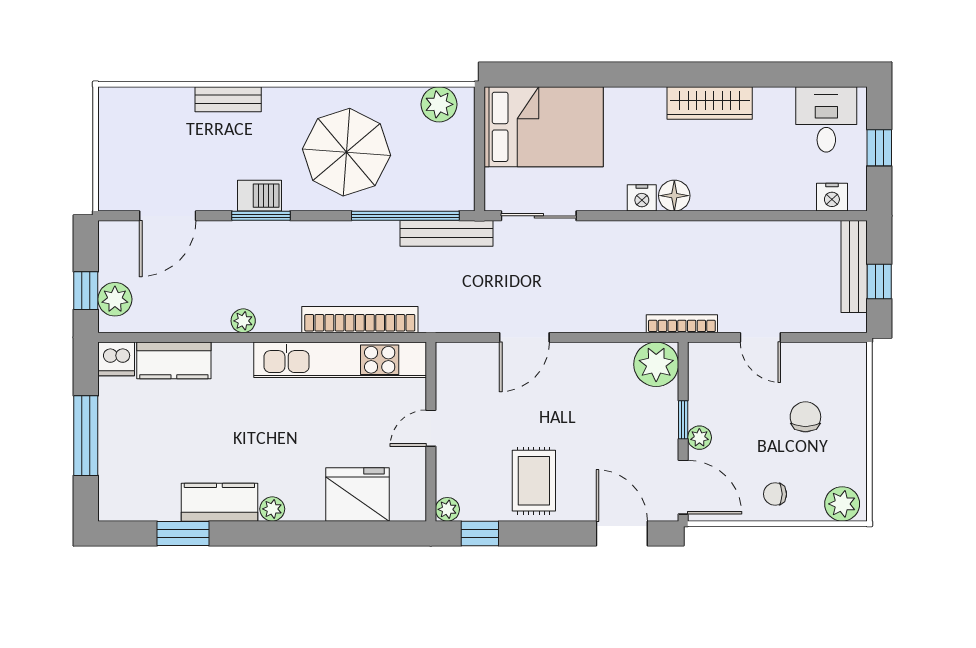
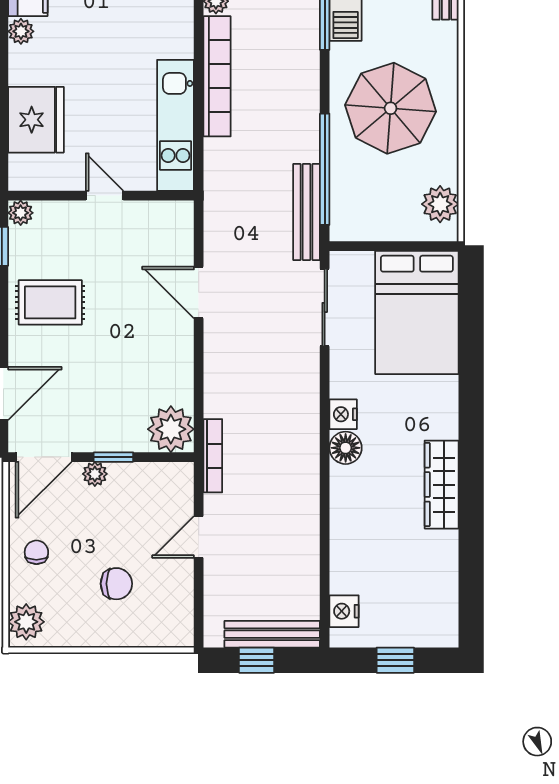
desk: (826, 119) -> (425, 605), removed
bookcase: (360, 320) -> (217, 76), moved
kitchen unit: (340, 360) -> (176, 125), width x0.73

